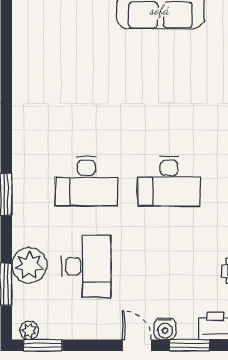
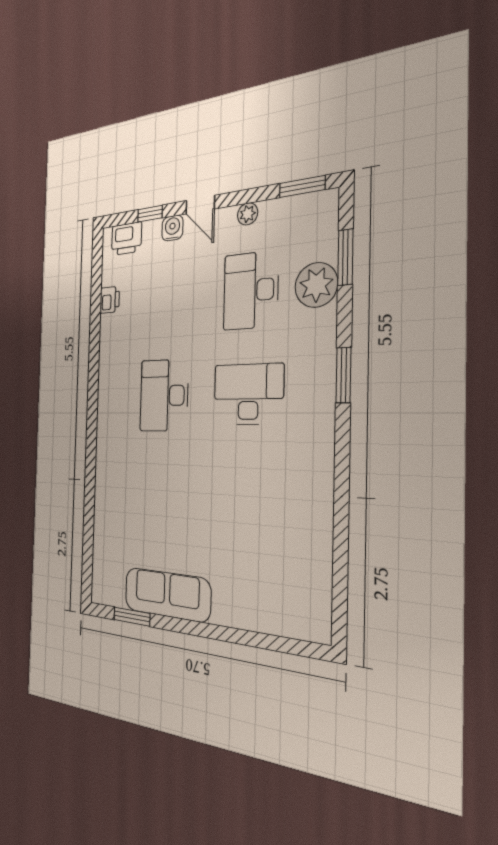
desk: (169, 181) -> (164, 395), turned -90
plant: (29, 330) -> (248, 214), moved
window: (190, 345) -> (150, 214), width x0.67

